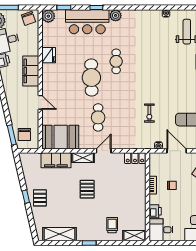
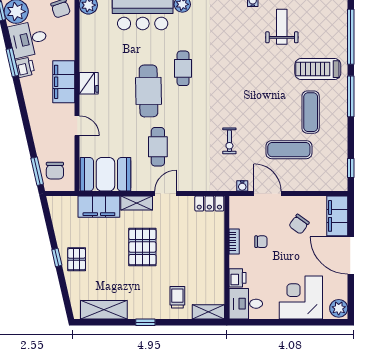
fridge: (49, 55) -> (89, 83), moved
pallet: (87, 189) -> (142, 247), width x1.50, depth x1.42

